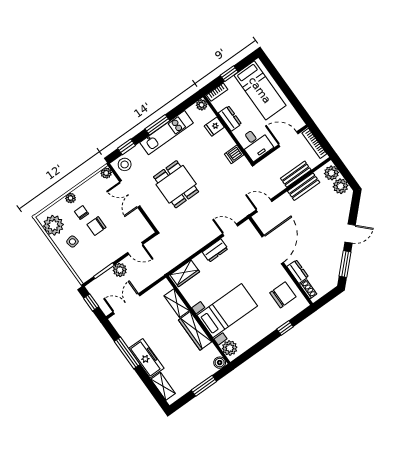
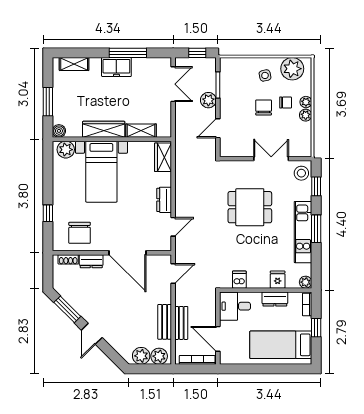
door: (288, 139) -> (218, 339), swing flipped
plant: (106, 173) -> (306, 115), moved
freezer: (146, 358) -> (116, 67), width x0.71

